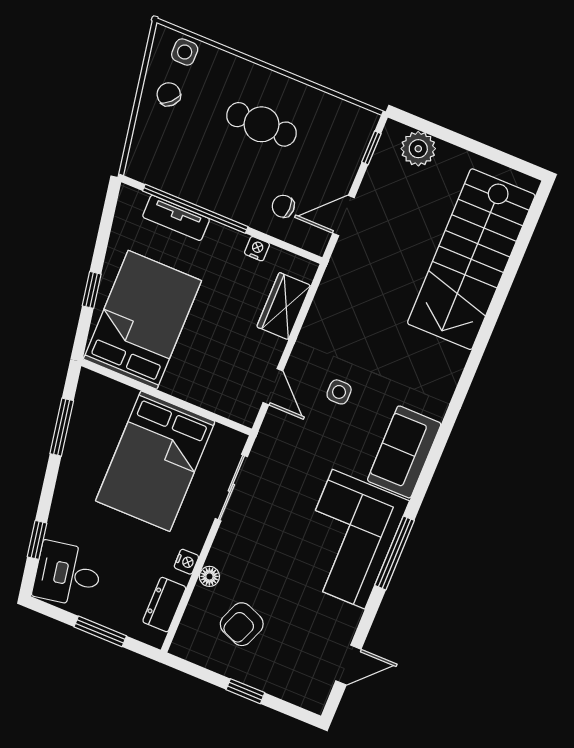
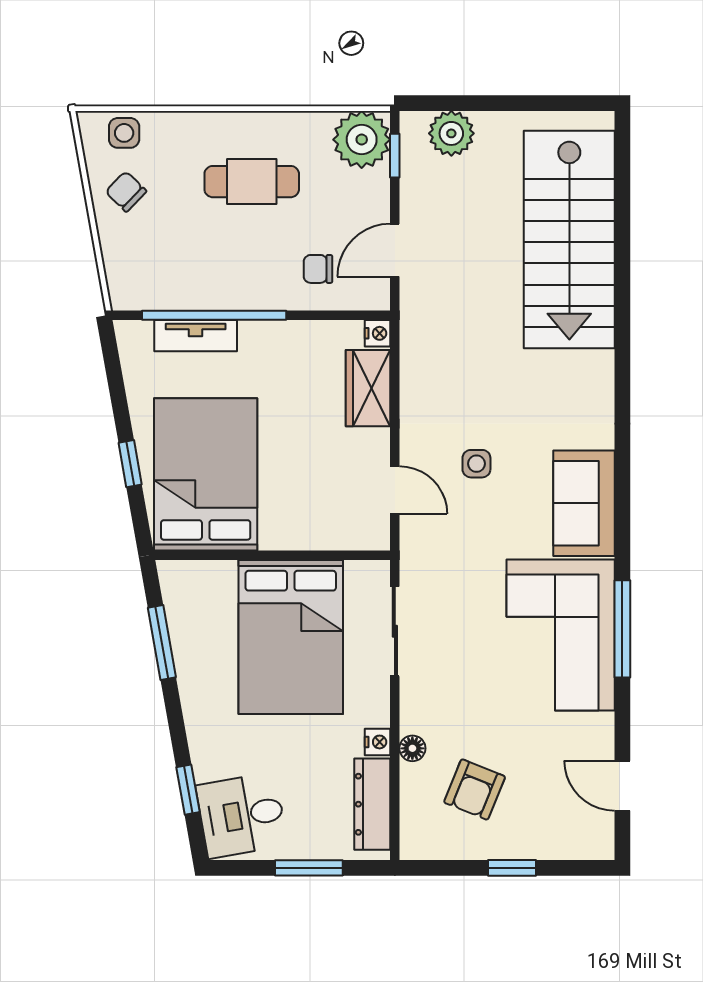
plant: (352, 127) -> (362, 140), added
nightstand: (257, 249) -> (378, 333), moved, turned 90
dresser: (164, 605) -> (372, 804), width x1.44
door: (348, 665) -> (622, 786), swing flipped

